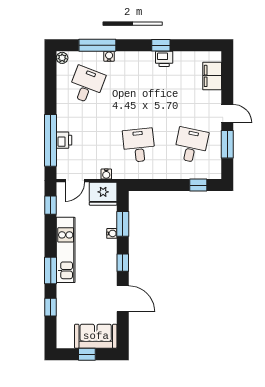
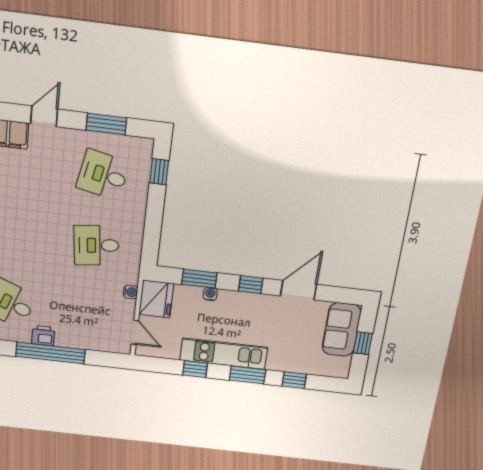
door: (227, 114) -> (44, 116), moved
window: (51, 140) -> (50, 353), moved
printer: (64, 140) -> (43, 336), moved
window: (51, 205) -> (195, 369), moved

